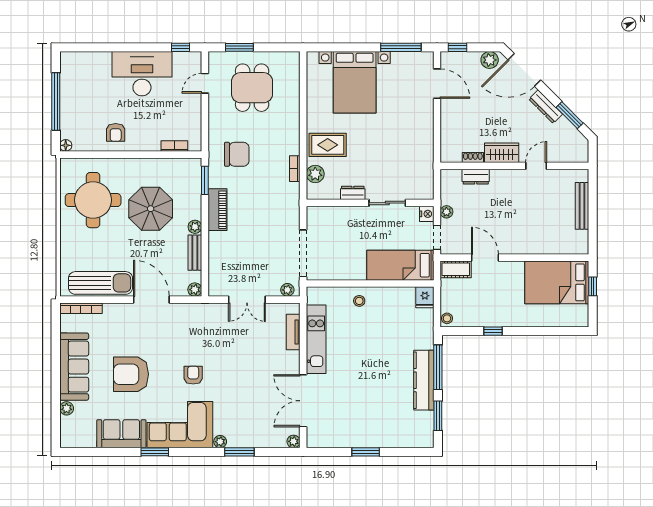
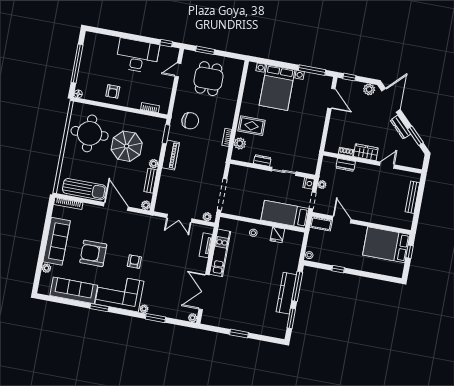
door: (524, 70) -> (391, 100), swing flipped
fridge: (425, 297) -> (277, 235), moved
sofa: (121, 434) -> (74, 290), width x1.36

